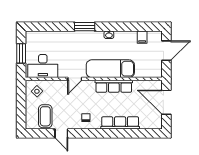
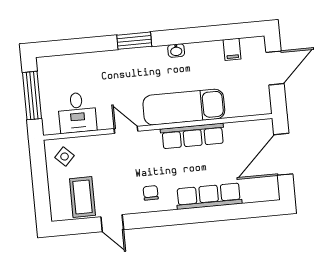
window: (21, 53) -> (32, 96), width x1.44
desk: (43, 66) -> (77, 113), width x0.73
door: (75, 79) -> (126, 130), swing flipped
door: (166, 102) -> (283, 154), hinge flipped

